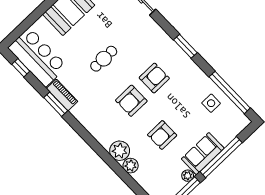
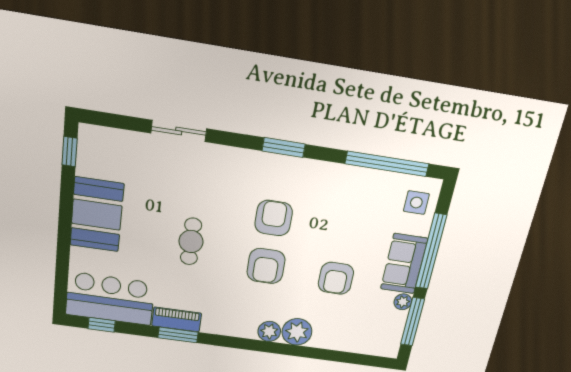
side table: (211, 103) -> (416, 203), moved
plant: (131, 166) -> (269, 331), moved

